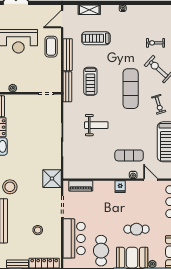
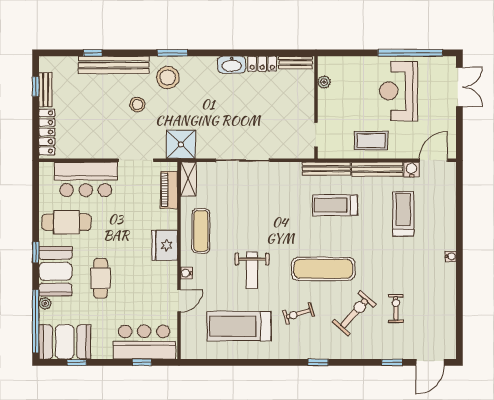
shelving: (89, 10) -> (188, 179), moved
door: (62, 19) -> (434, 160), hinge flipped
water cooler: (68, 33) -> (412, 169), added
coffee table: (51, 47) -> (371, 141), moved
weight bench: (96, 125) -> (252, 270), moved
exercise mat: (129, 155) -> (201, 231), moved
fridge: (120, 187) -> (165, 245), width x1.88, depth x1.34
stool: (38, 230) -> (137, 105), moved

